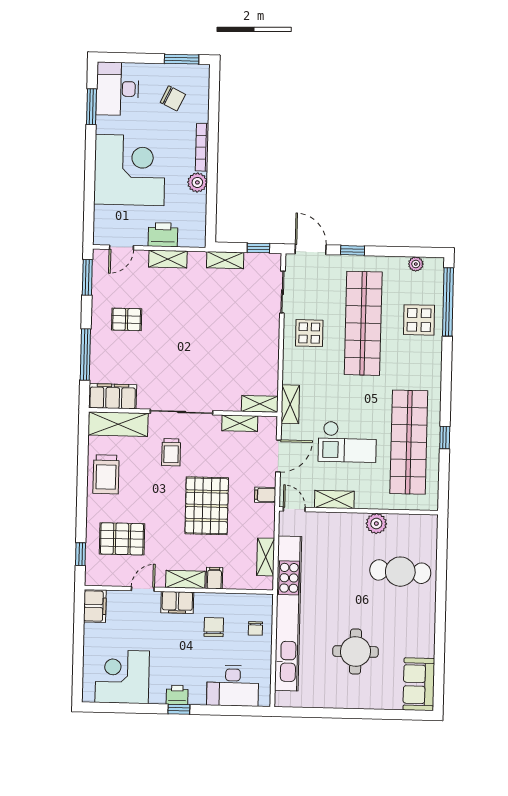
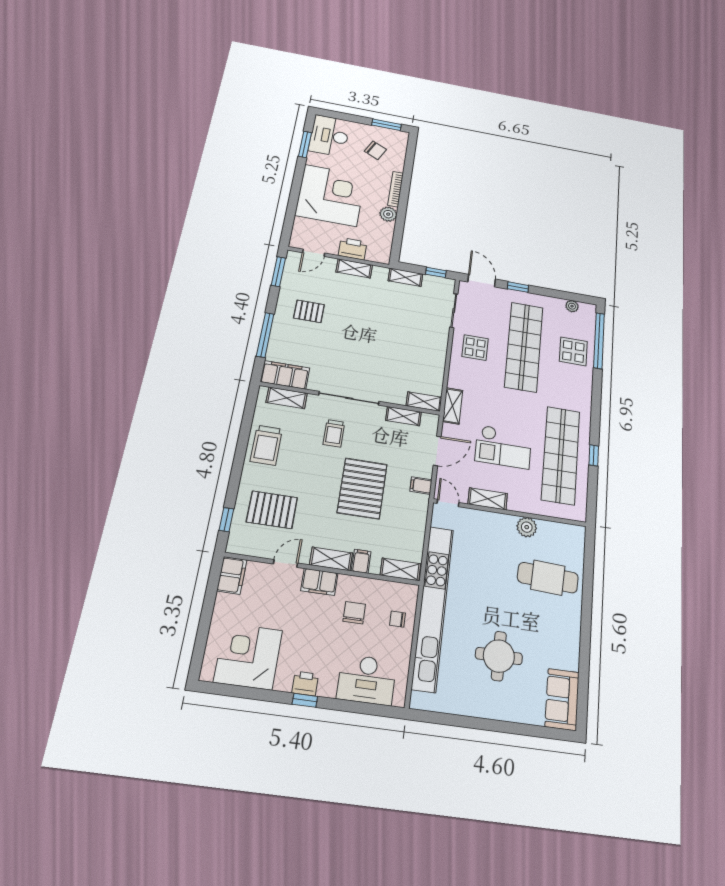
shelving: (118, 424) -> (287, 398), width x0.67, depth x0.75
shelving: (266, 557) -> (400, 569), moved, turned 90
chair: (255, 628) -> (398, 619), turned 90

